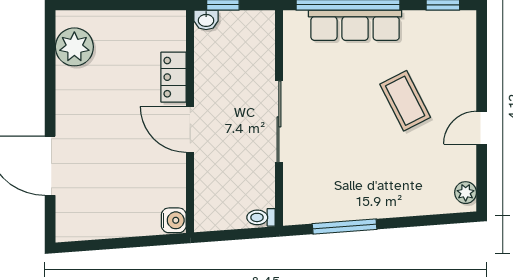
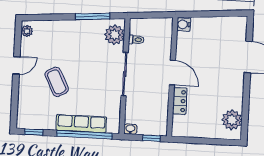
washbasin: (206, 20) -> (130, 129), moved
plant: (302, 194) -> (115, 35), added
toilet: (261, 217) -> (136, 40), moved

